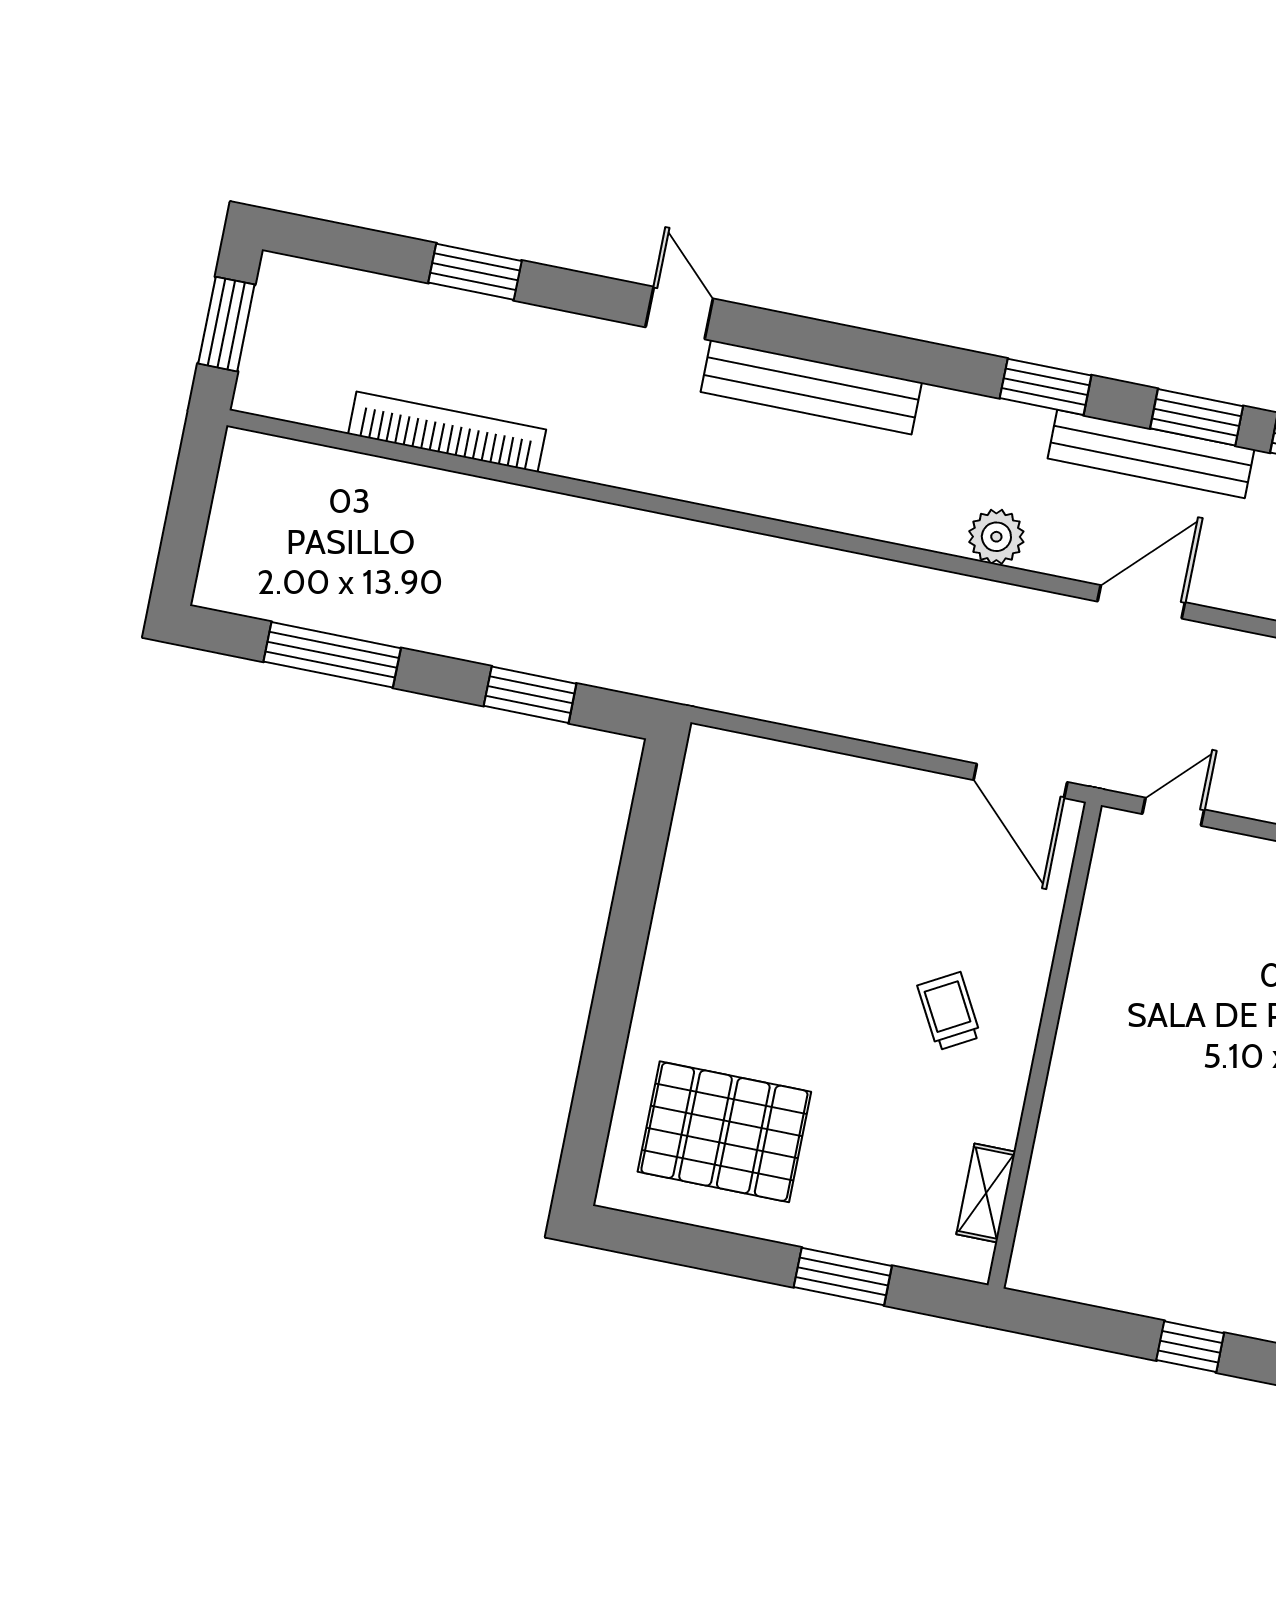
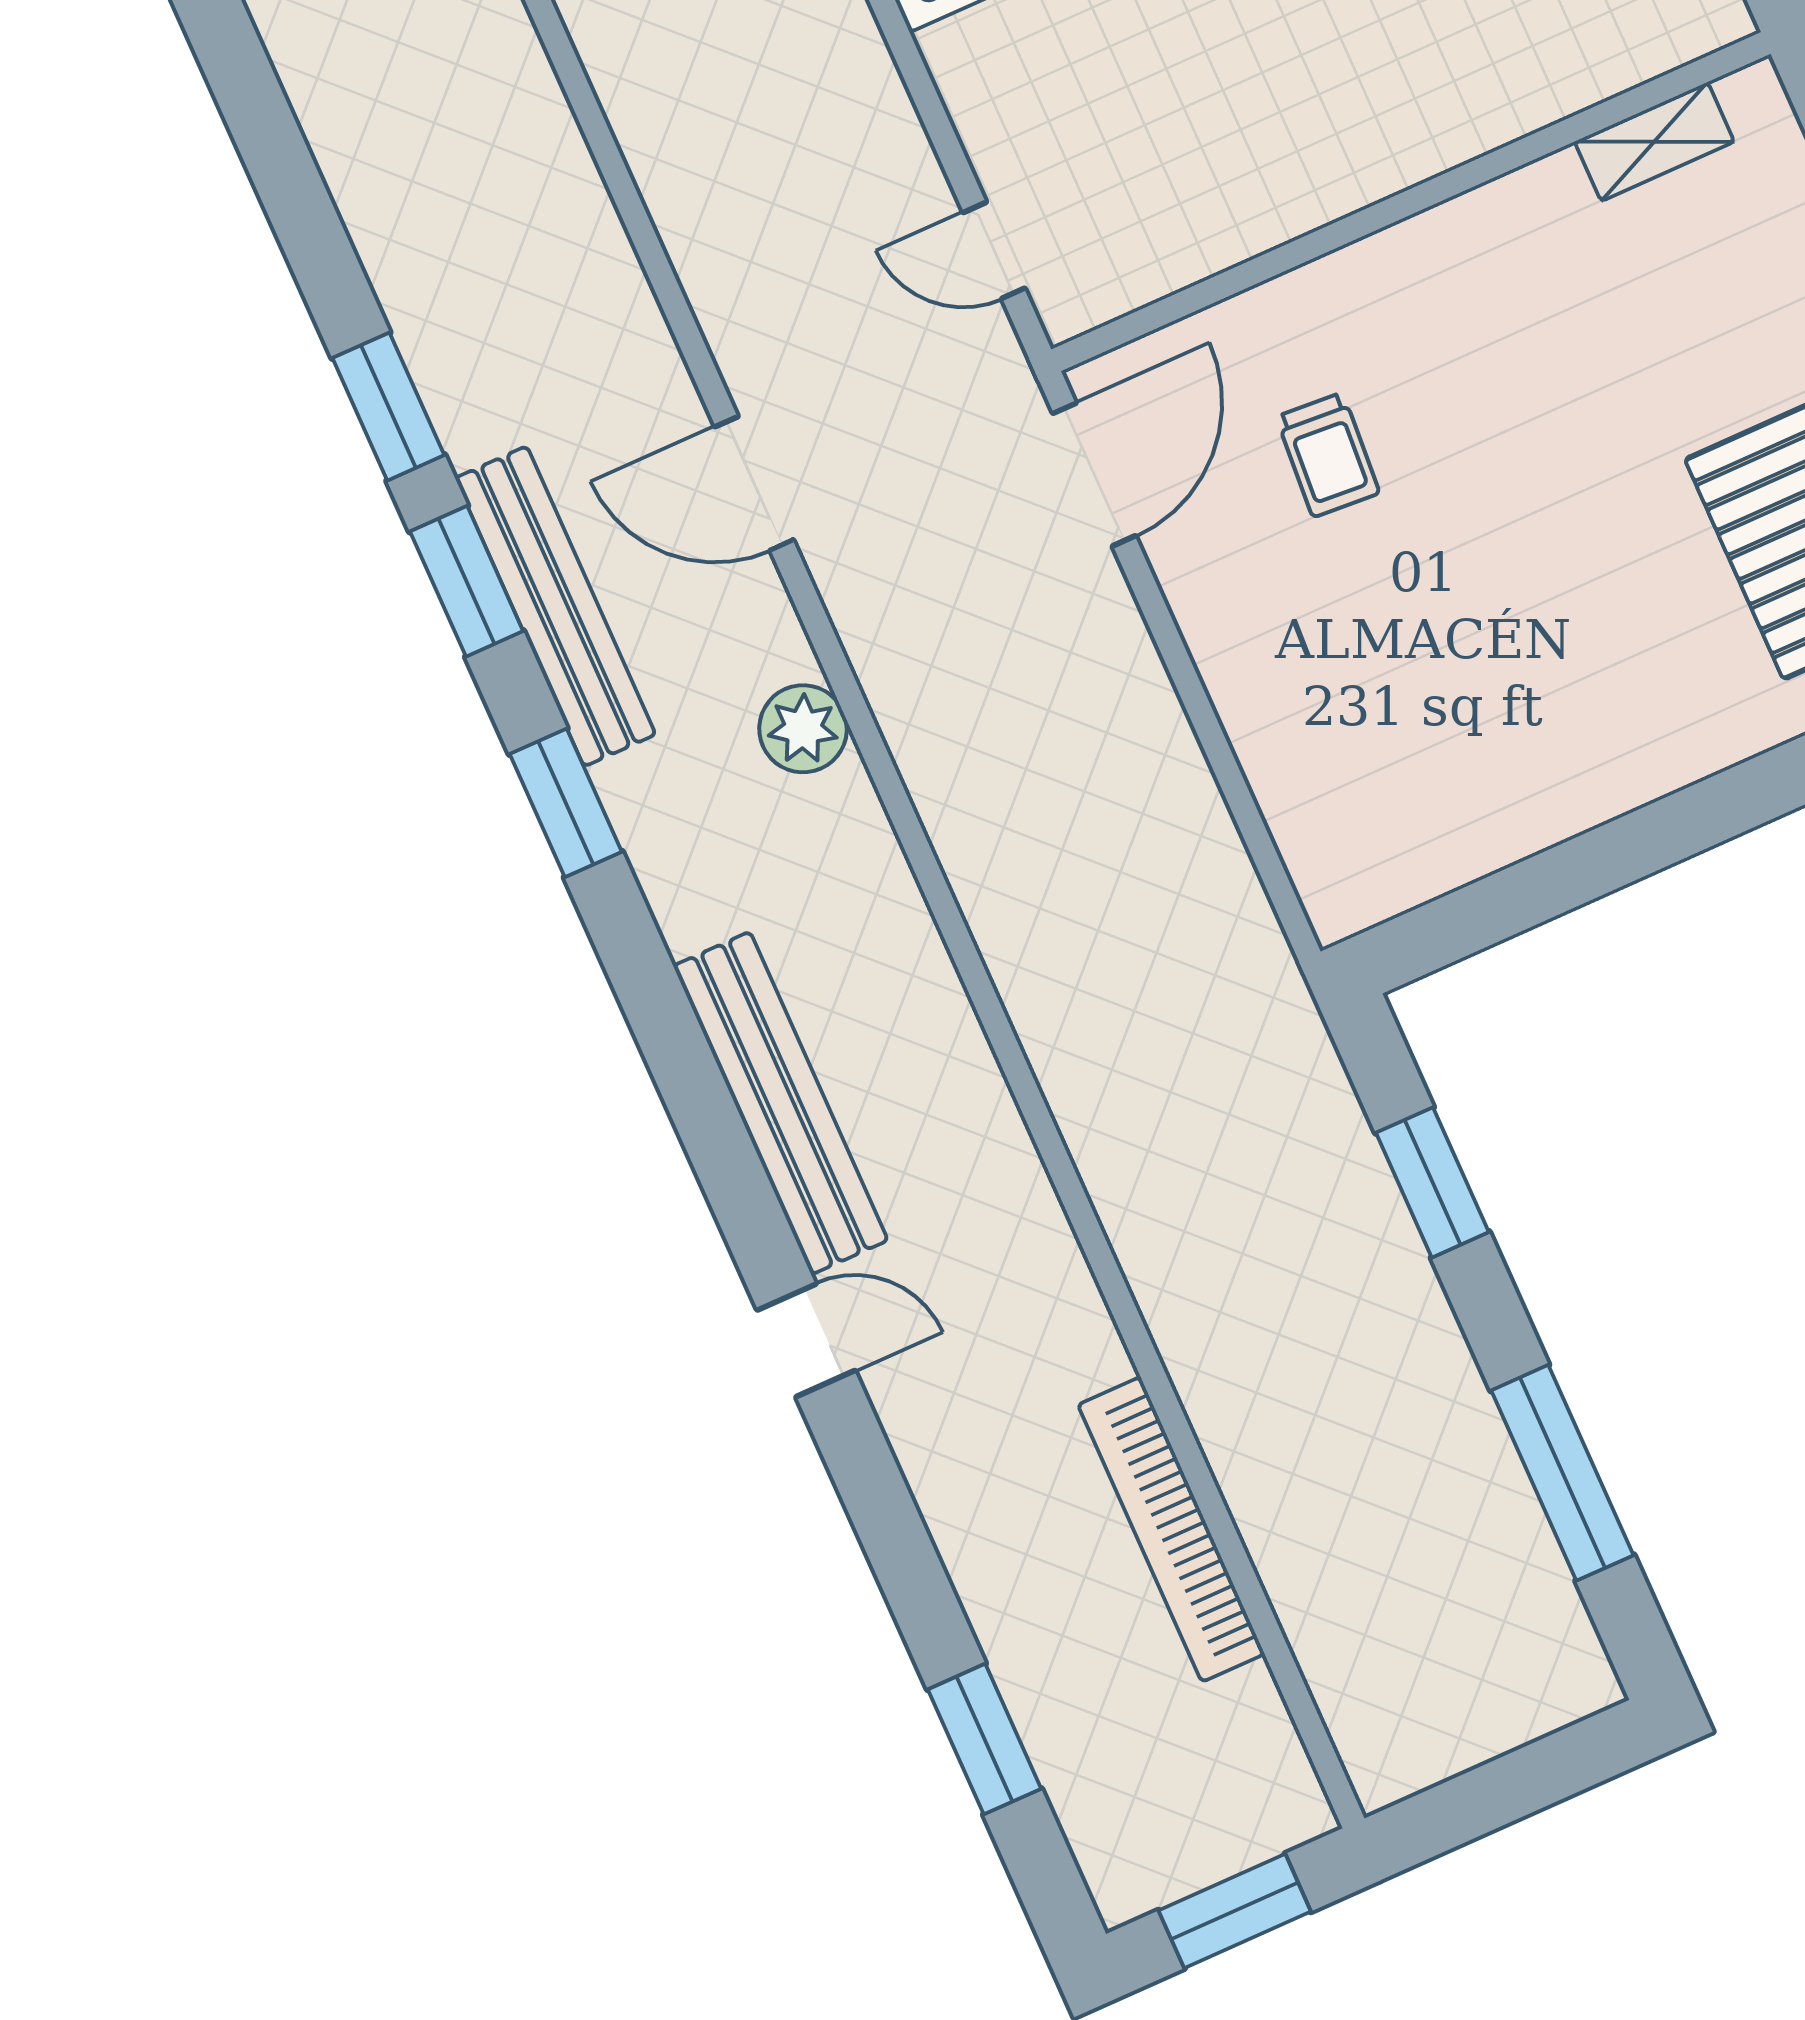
window: (475, 272) -> (984, 1739), moved
door: (679, 313) -> (806, 1340), swing flipped
trolley: (949, 1011) -> (1328, 455), moved, turned -57

